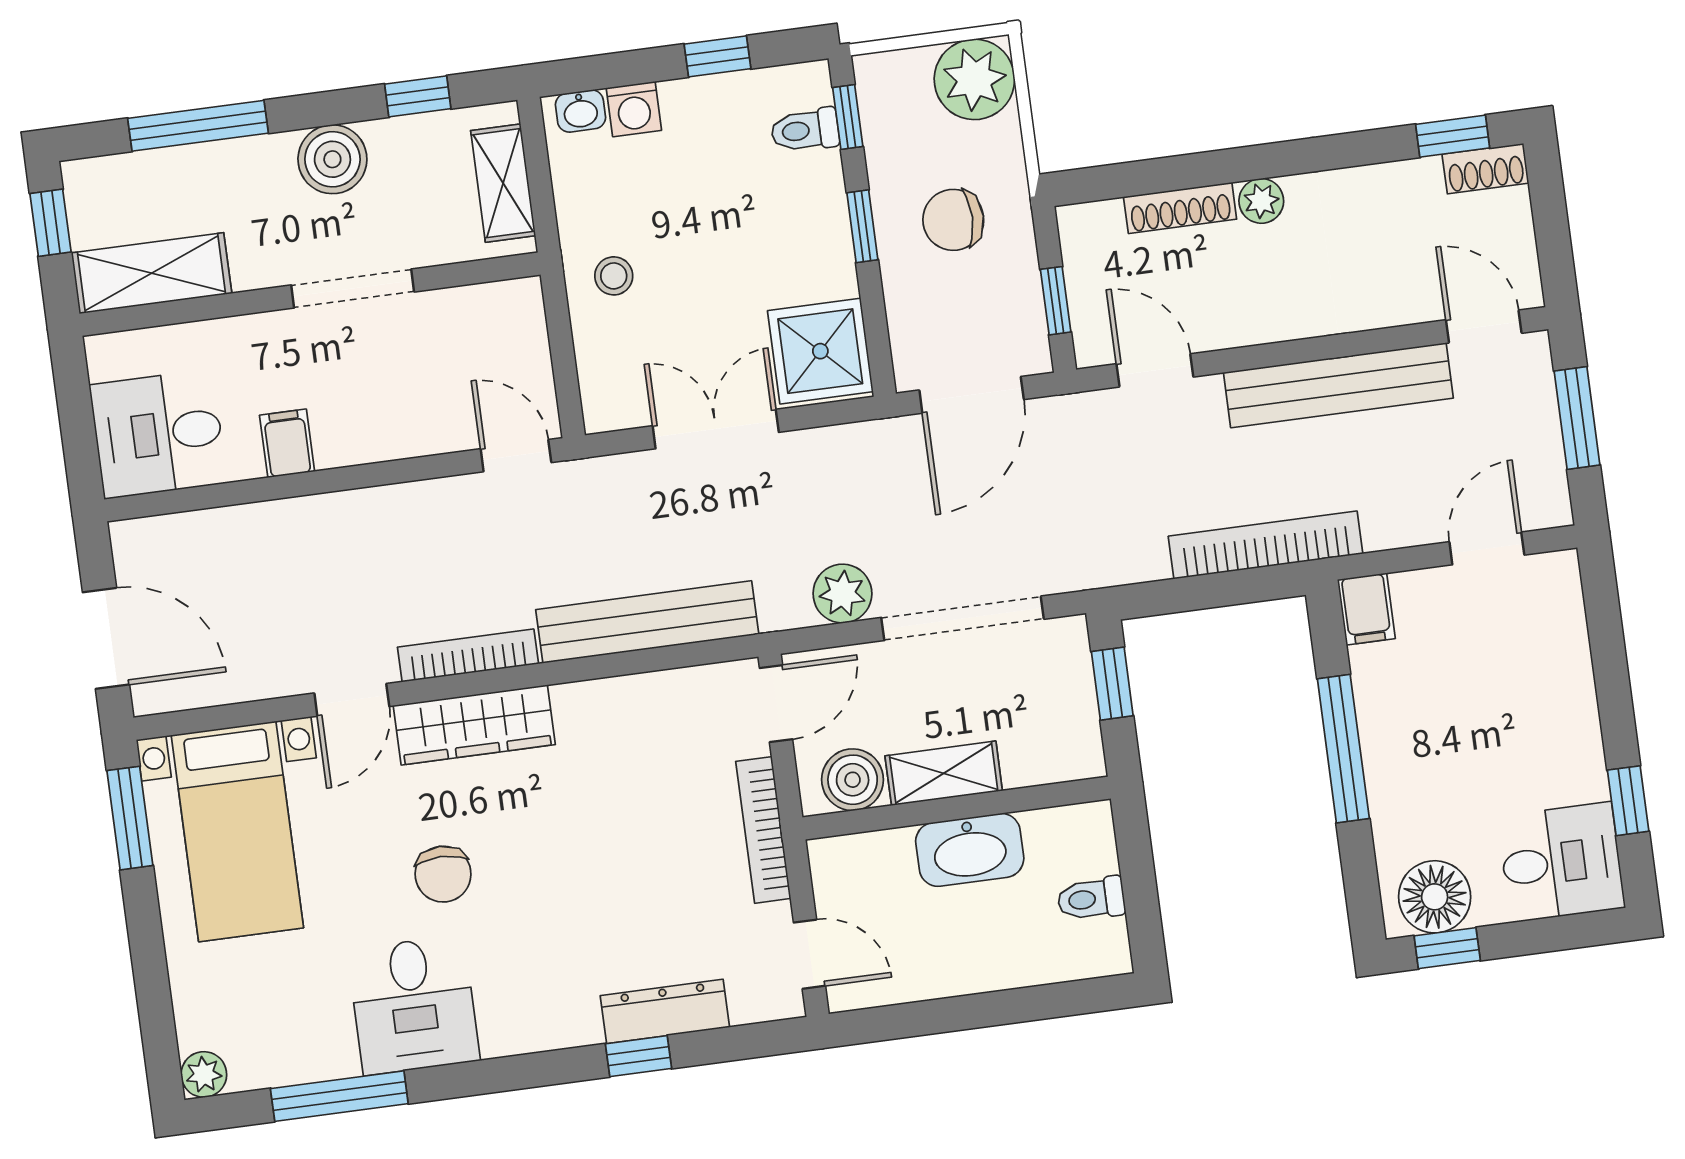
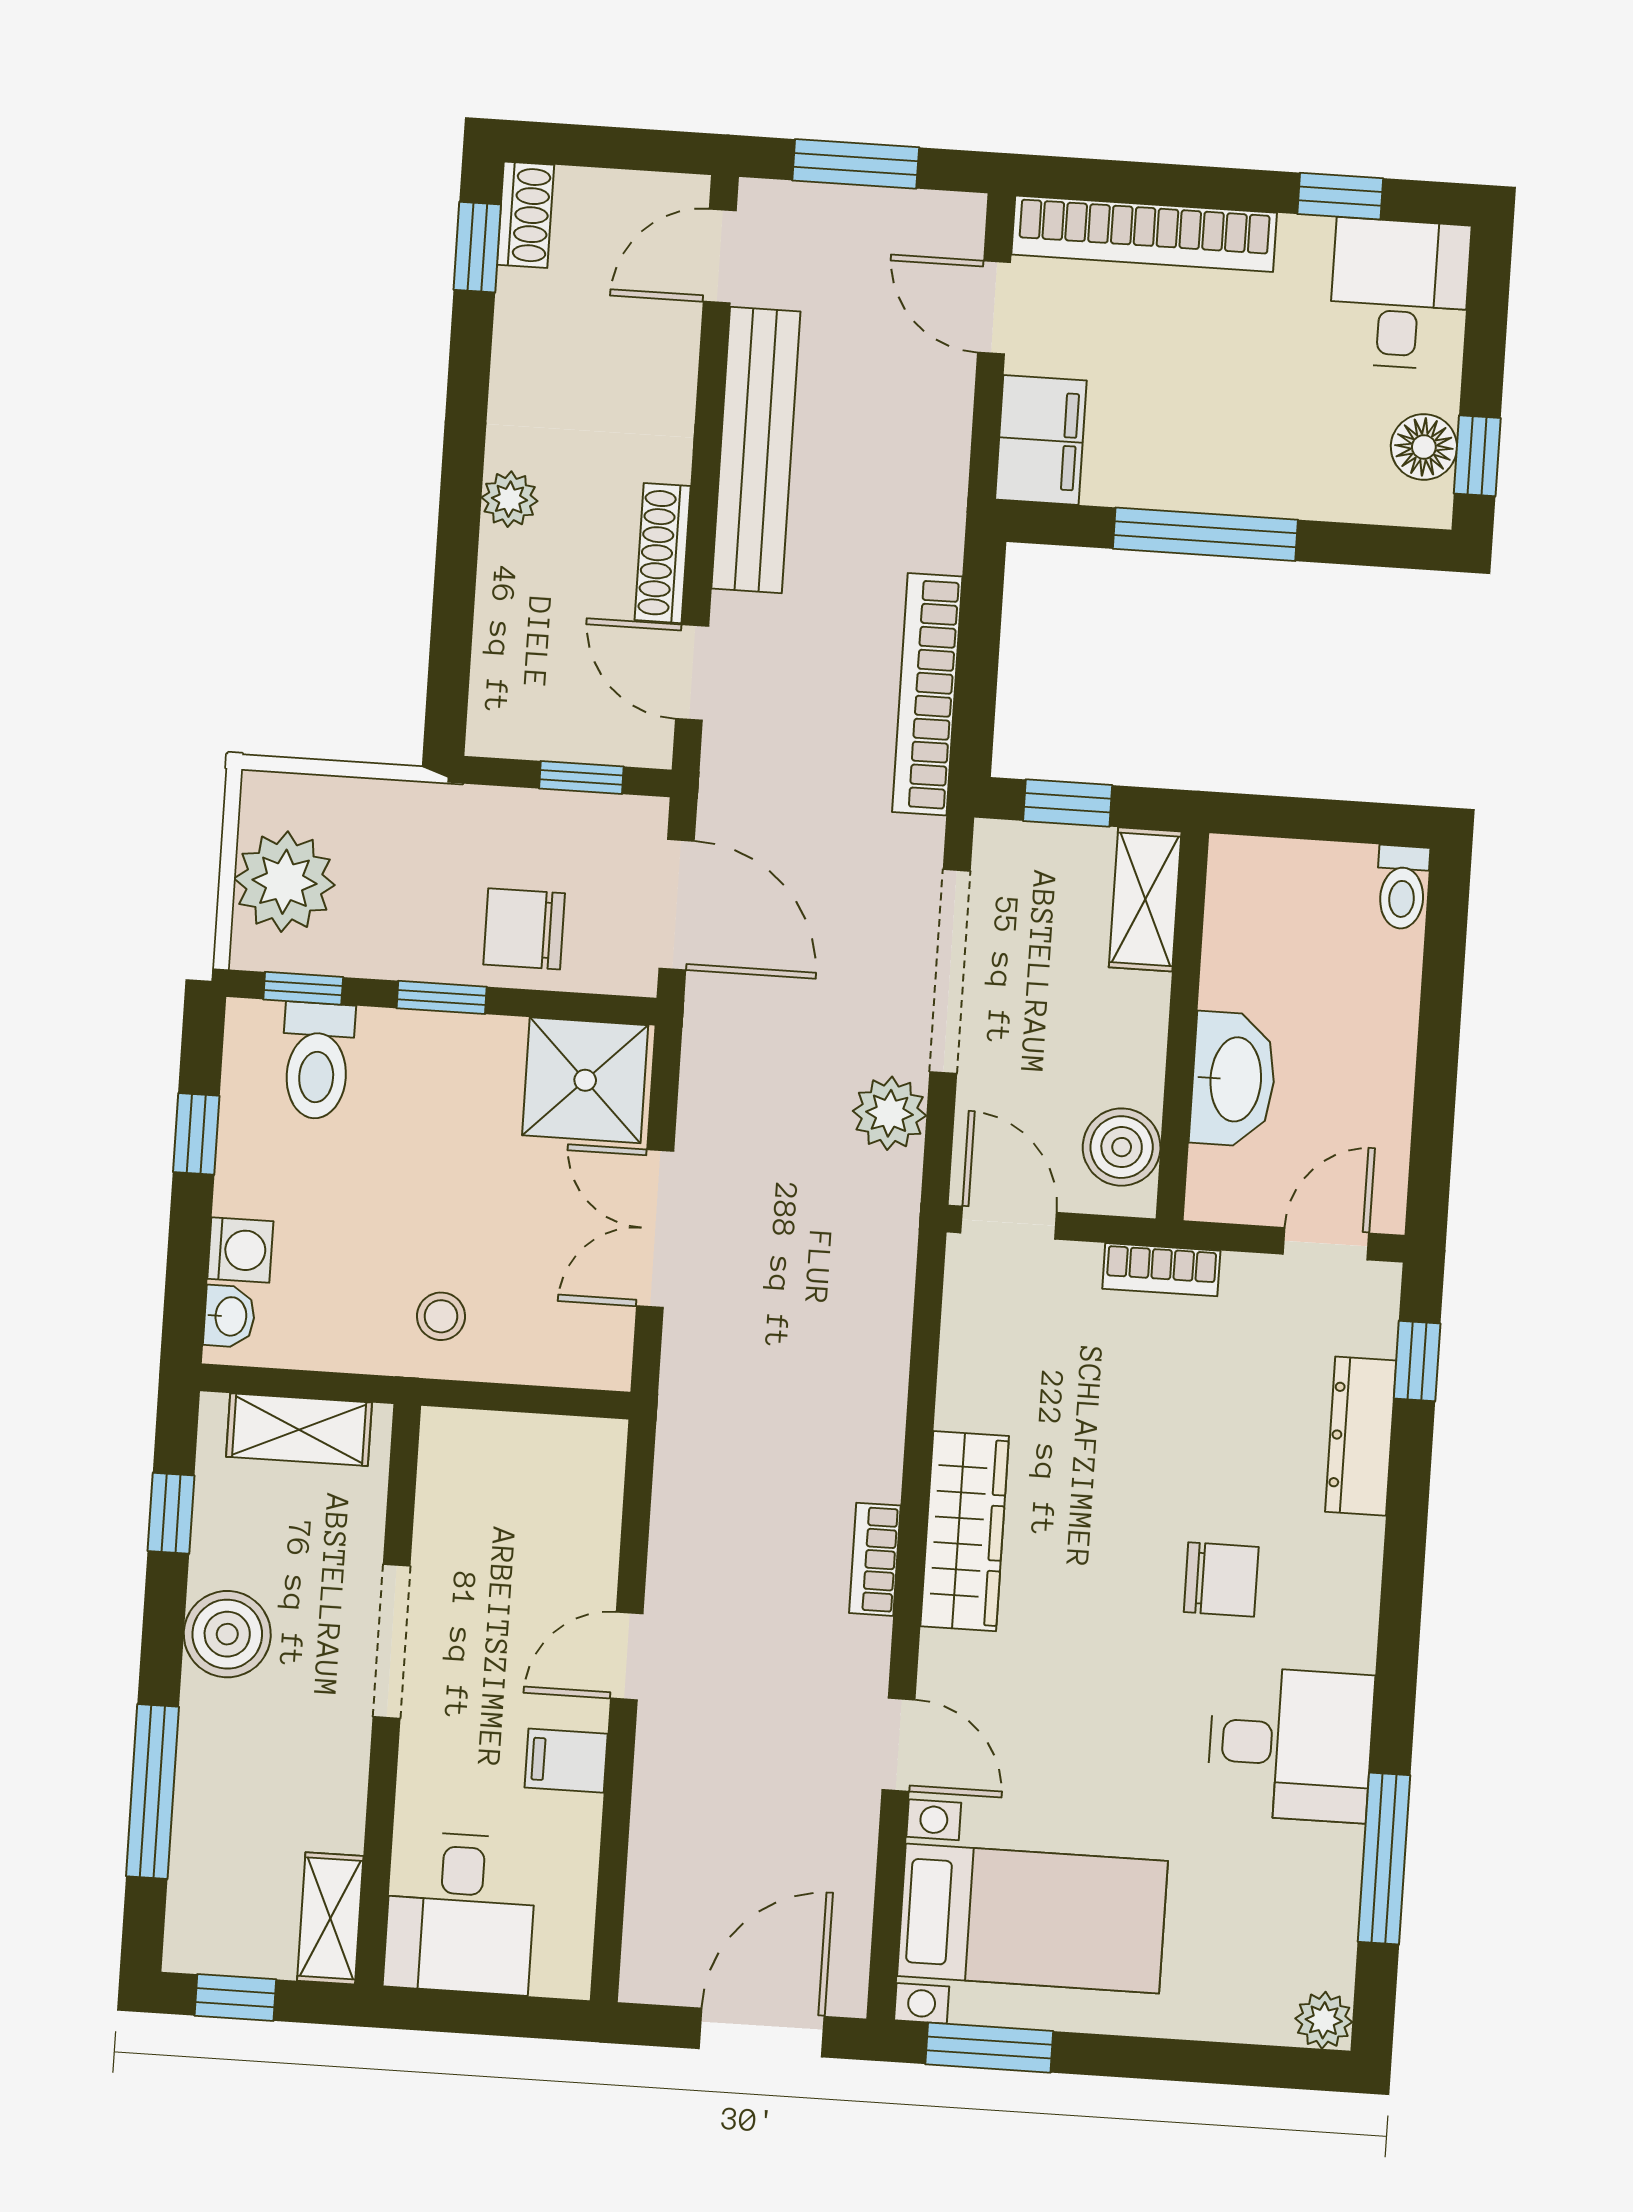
plant: (974, 79) -> (284, 882), moved
toilet: (805, 130) -> (317, 1061), width x1.37, depth x1.39
shoe rack: (1180, 208) -> (663, 553), moved, turned 180
chair: (953, 220) -> (524, 929), moved, turned 90
shelving: (151, 273) -> (330, 1918), width x0.67, depth x0.75
door: (1155, 370) -> (692, 673), hinge flipped
desk: (158, 434) -> (460, 1913), moved
door: (516, 456) -> (627, 1656), moved
bookcase: (1266, 545) -> (927, 694), moved
filing cabinet: (1366, 609) -> (1041, 440), width x2.00
bench: (647, 622) -> (876, 1361), removed
bookcase: (1568, 654) -> (1144, 234), added
bookcase: (468, 655) -> (875, 1559), width x0.64
wardrobe: (474, 725) -> (965, 1531), moved
shelving: (944, 773) -> (1145, 899), moved
bookcase: (763, 830) -> (1161, 1270), width x0.64
washbasin: (970, 850) -> (1233, 1079), moved
chair: (443, 874) -> (1221, 1579), moved
floor lamp: (1435, 897) -> (1424, 447), width x0.73, depth x0.73
toilet: (1091, 899) -> (1402, 887), moved
window: (639, 1056) -> (1417, 1361), moved

